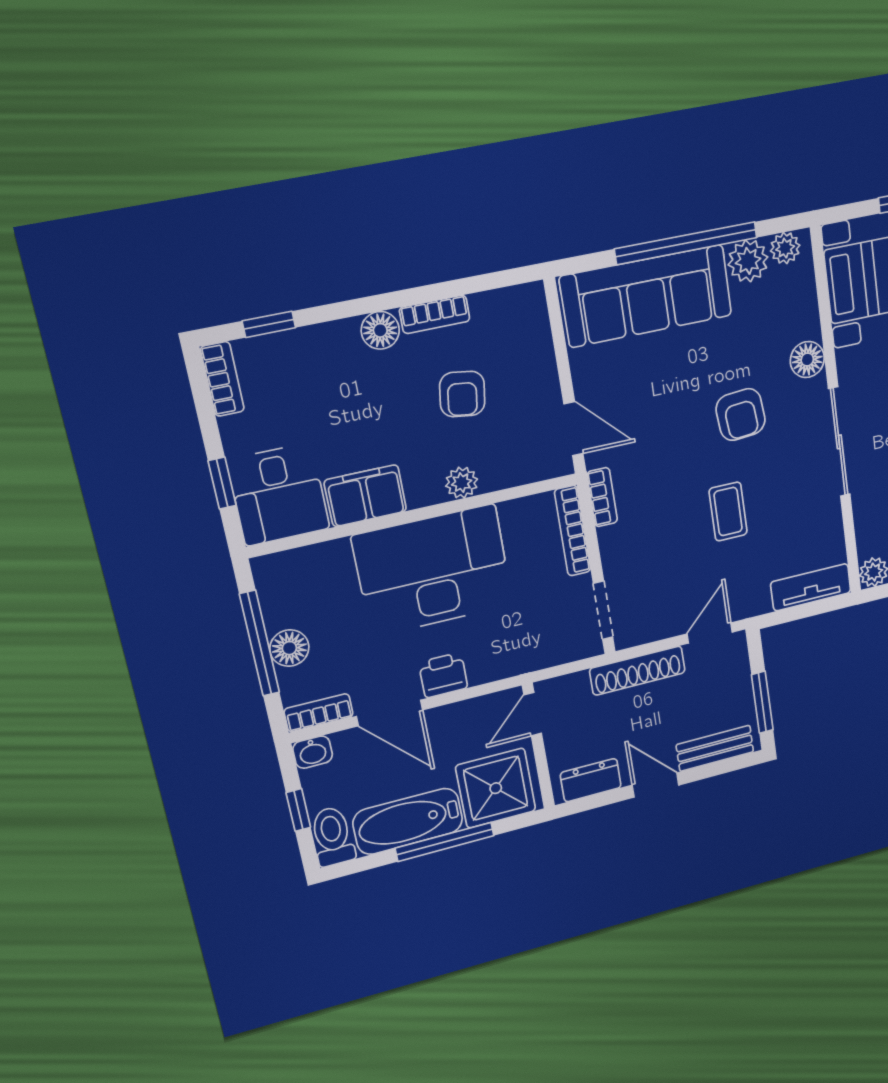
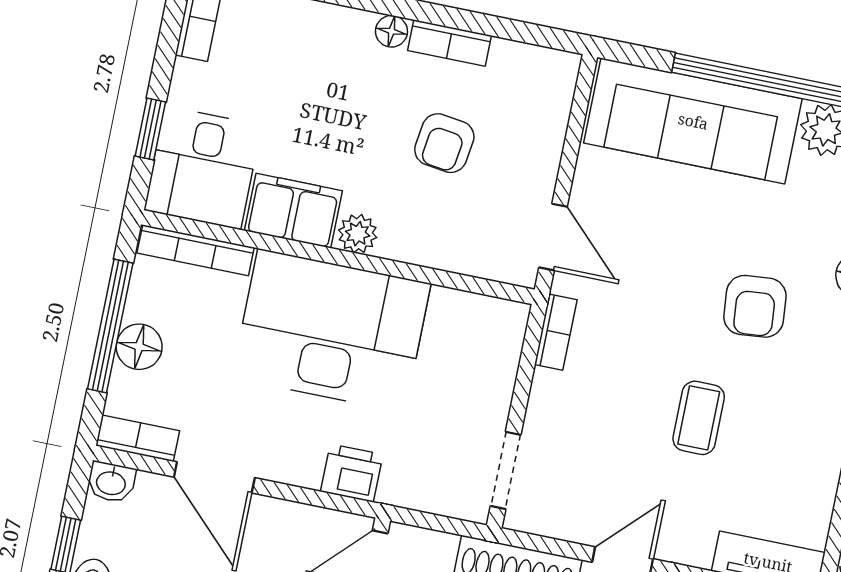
floor lamp: (380, 330) -> (391, 31), width x0.73, depth x0.73
plant: (462, 483) -> (358, 234), moved
bookcase: (573, 531) -> (196, 250), moved, turned -90
printer: (443, 675) -> (352, 473), moved

